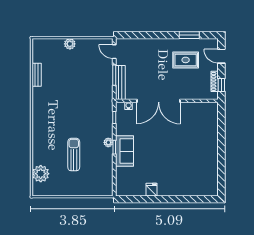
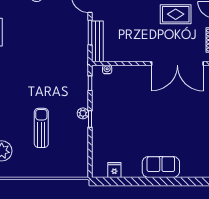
double door: (159, 101) -> (177, 63), moved
sofa: (124, 151) -> (161, 167), moved, turned -90
fridge: (152, 190) -> (114, 170), moved

